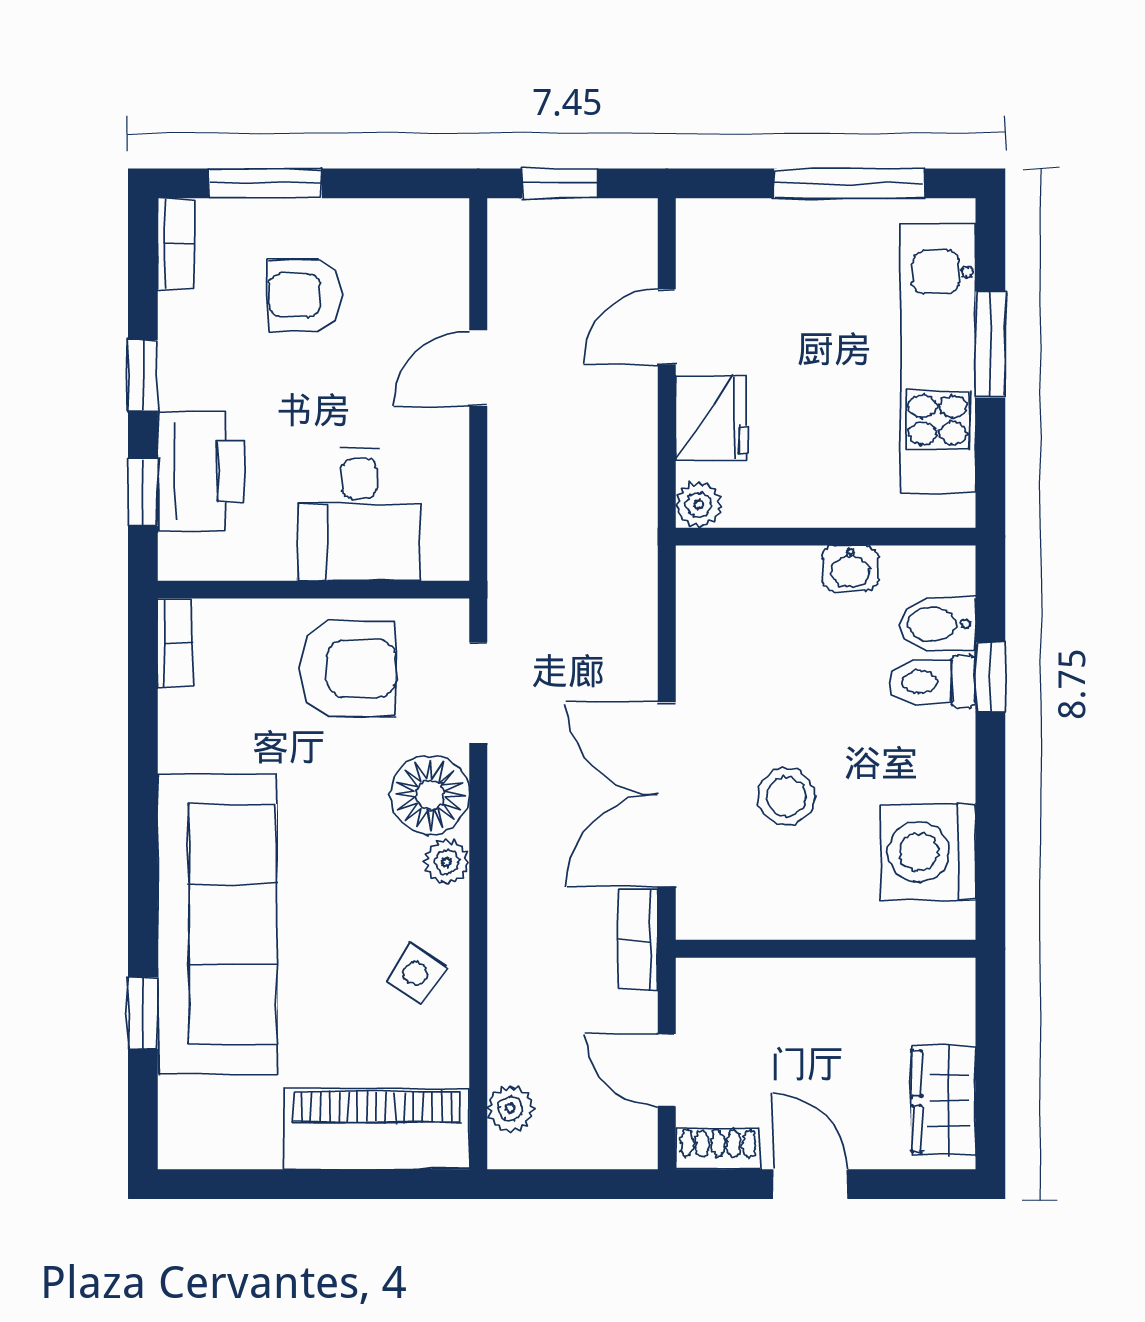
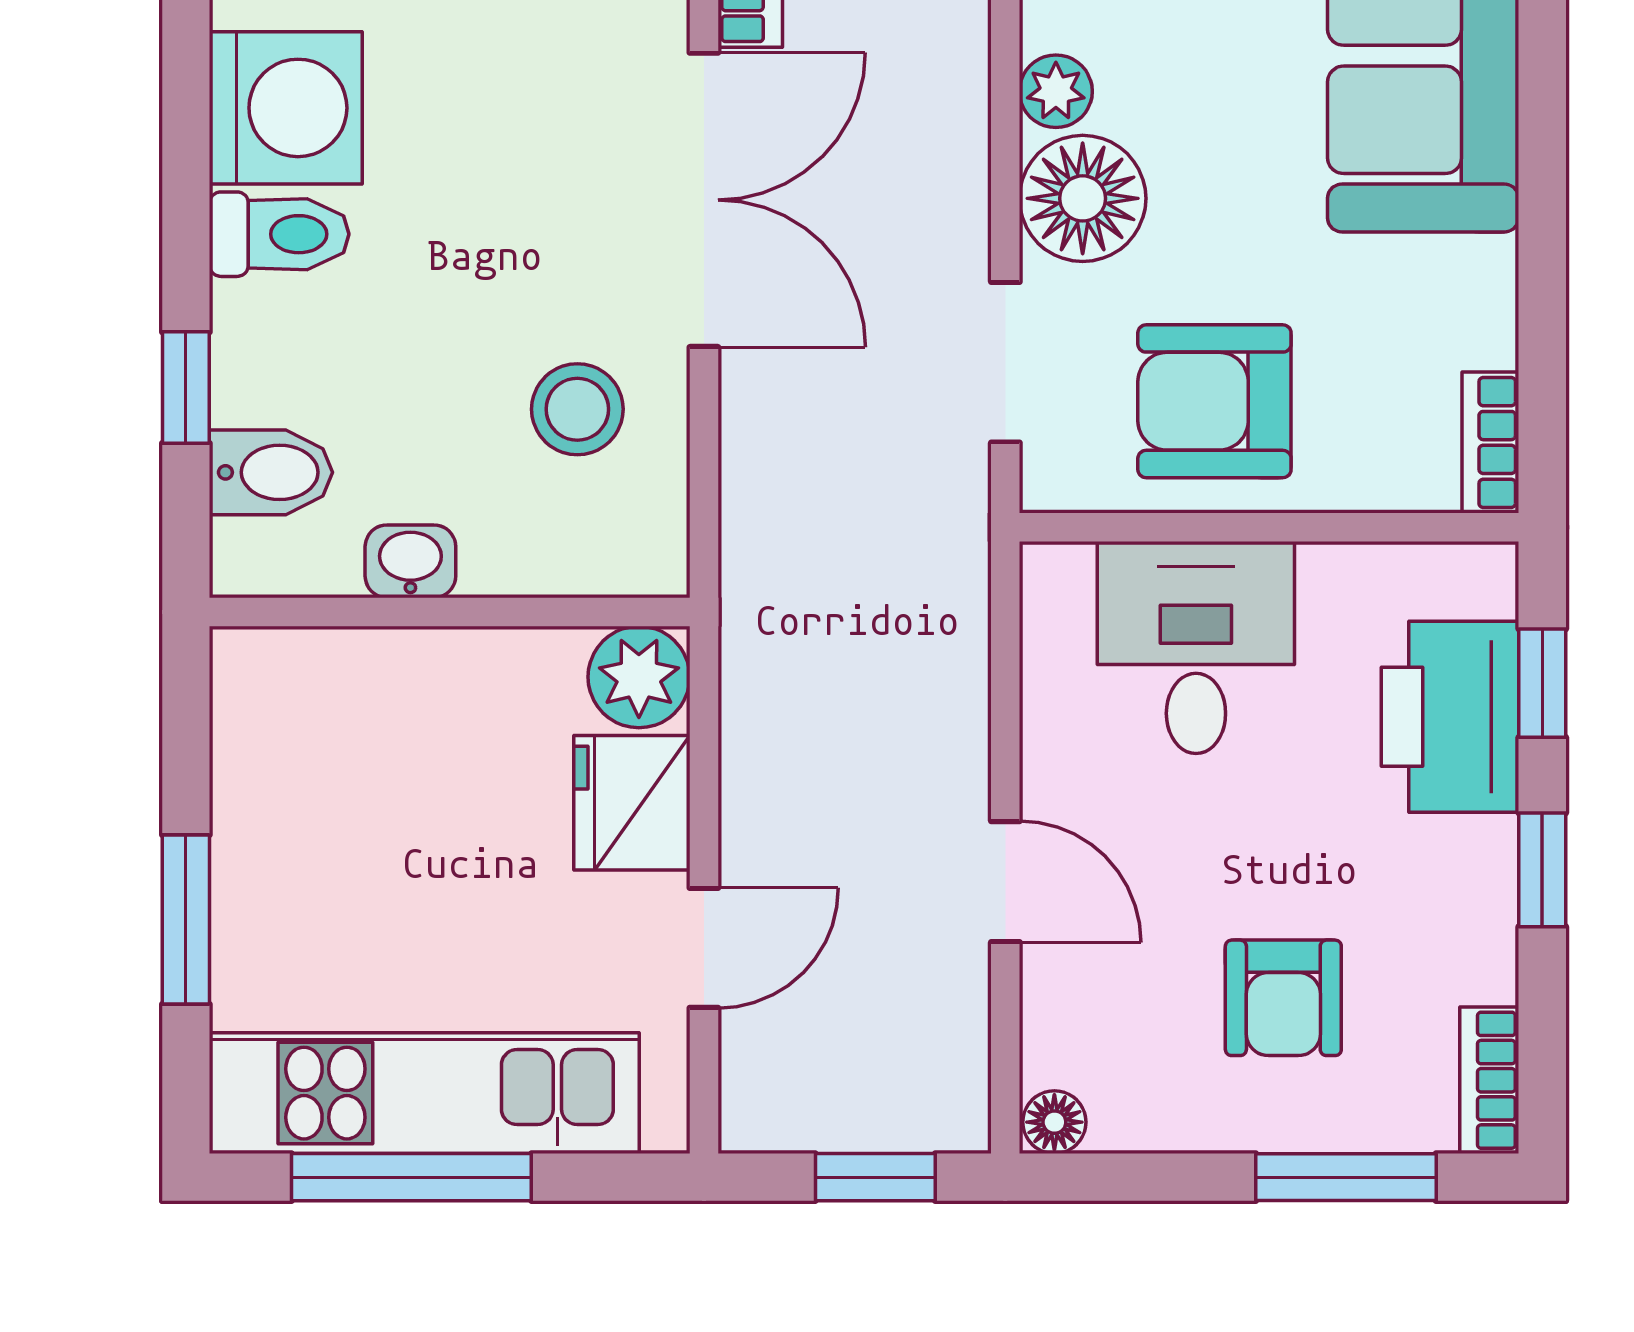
floor lamp: (448, 218) -> (1054, 1122), added
armchair: (305, 296) -> (1283, 998), turned 90
kitchen unit: (938, 358) -> (424, 1093), moved, turned -90
door: (478, 368) -> (1005, 882), hinge flipped
plant: (699, 505) -> (639, 677), width x1.38, depth x1.38
toilet: (932, 682) -> (279, 234), moved
stool: (786, 797) -> (577, 409), moved

